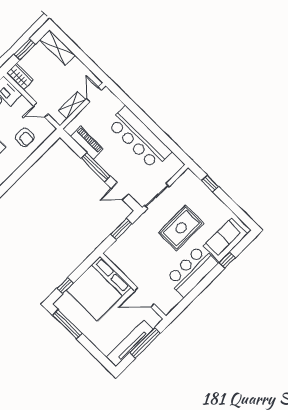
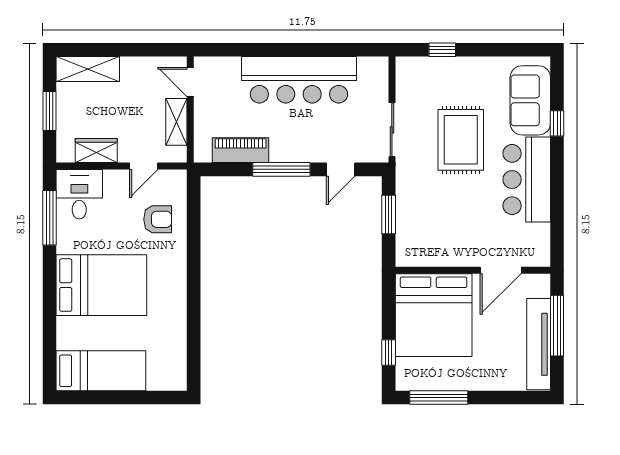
wardrobe: (20, 77) -> (96, 151), moved

